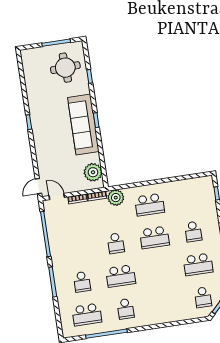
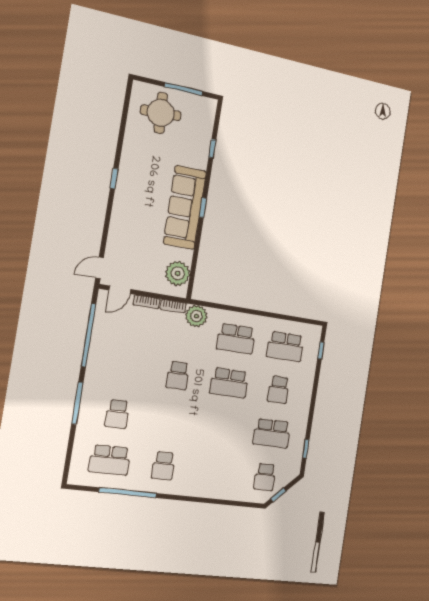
round table: (65, 68) -> (161, 113), moved
door: (57, 196) -> (120, 290), swing flipped
school desk: (121, 276) -> (285, 346), moved

